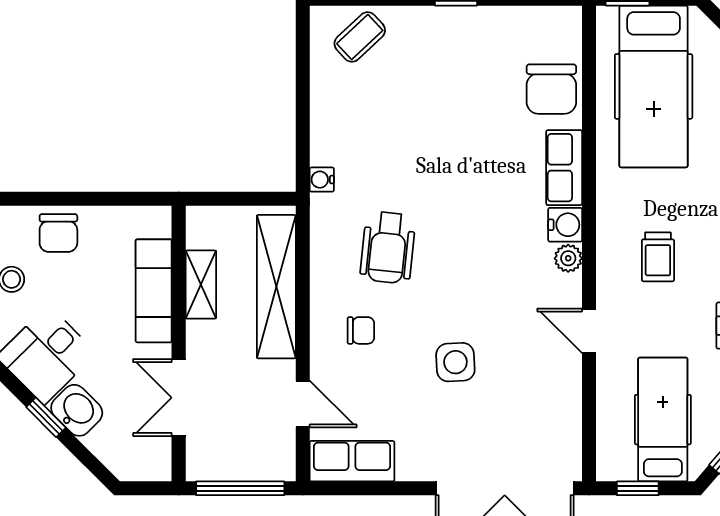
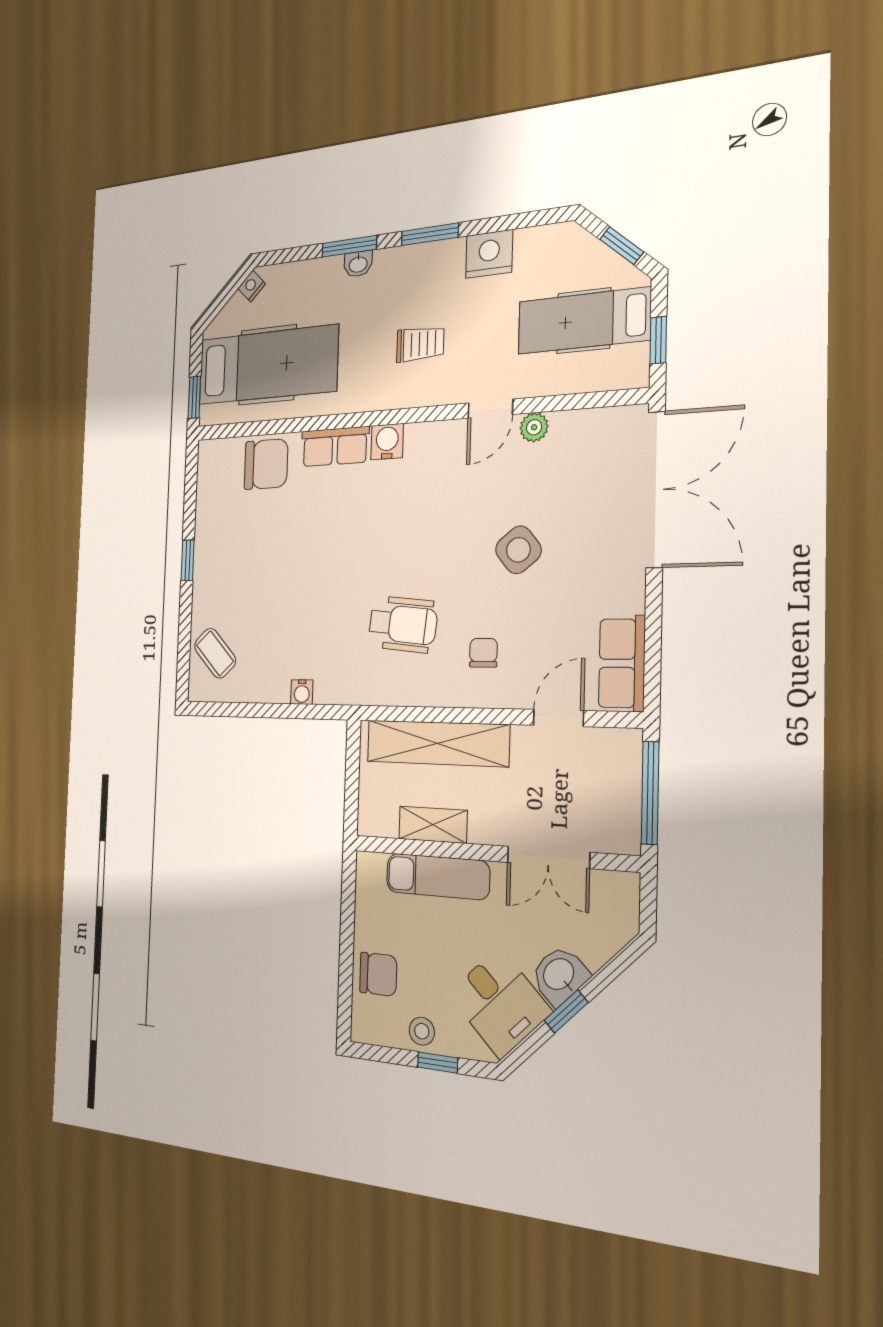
water cooler: (322, 180) -> (302, 692), moved
plant: (568, 258) -> (534, 427), moved
side table: (455, 362) -> (518, 550), turned -36

